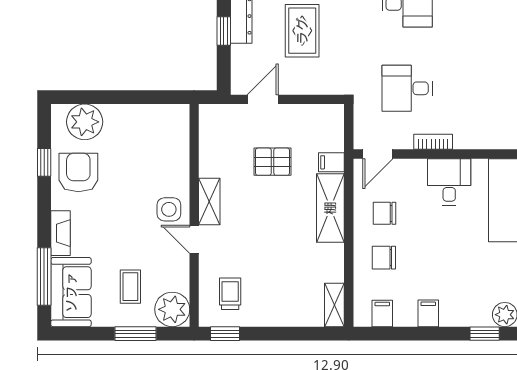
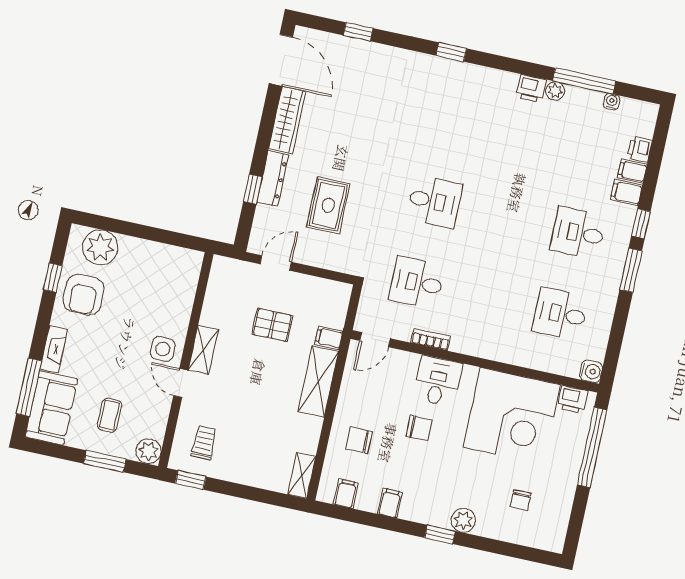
armchair: (78, 172) -> (84, 295), turned 180
chair: (384, 213) -> (419, 428), moved, turned 180
plant: (172, 309) -> (149, 451), width x0.73, depth x0.73

